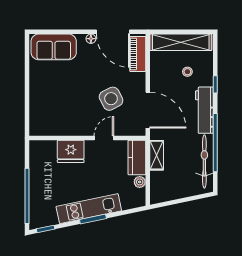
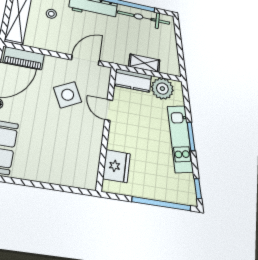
door: (148, 110) -> (85, 60), width x0.73
fridge: (71, 151) -> (117, 166), moved
shelving: (157, 155) -> (144, 63), moved
plant: (140, 182) -> (162, 89), width x1.87, depth x1.87

